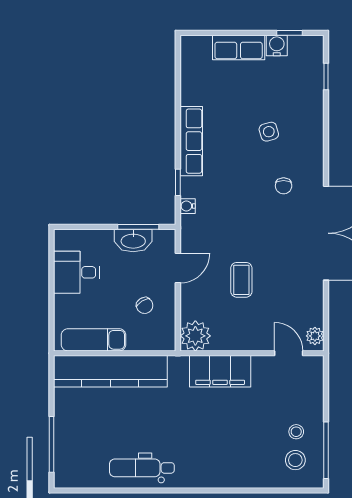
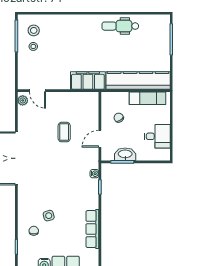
row of seats: (191, 141) -> (92, 229), moved
chair: (284, 186) -> (34, 231), moved
plant: (195, 336) -> (90, 101), removed
filing cabinet: (220, 371) -> (88, 81), moved
dental chair: (142, 468) -> (120, 26), turned 180

